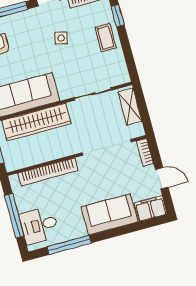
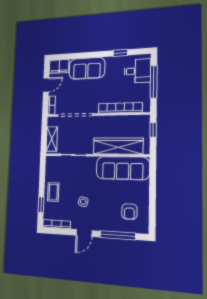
door: (162, 178) -> (46, 85), swing flipped
window: (69, 245) -> (120, 53), width x0.46

